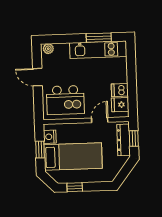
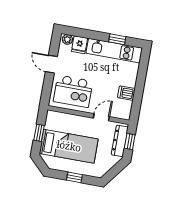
window: (99, 38) -> (117, 39), width x0.67
fridge: (120, 105) -> (79, 45), moved, turned -90
nightstand: (50, 137) -> (51, 123), removed
window: (75, 187) -> (74, 177), moved

